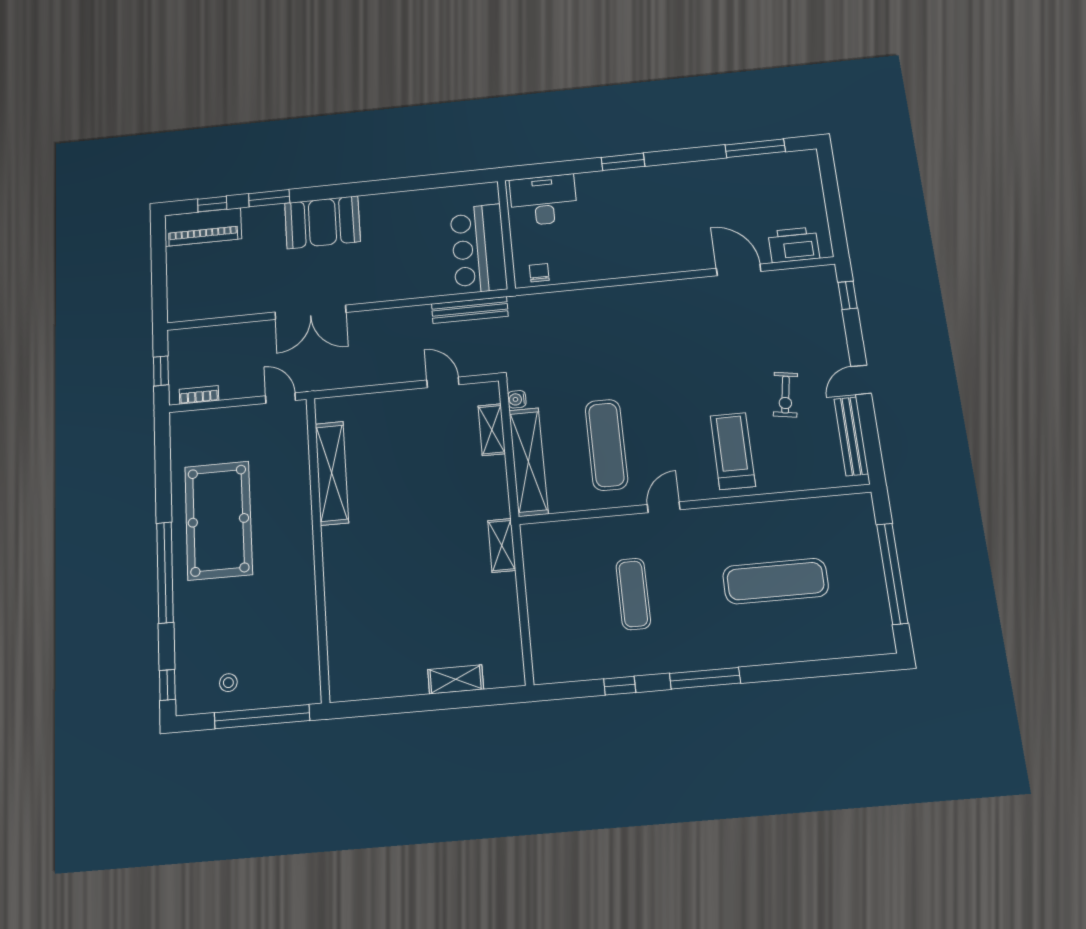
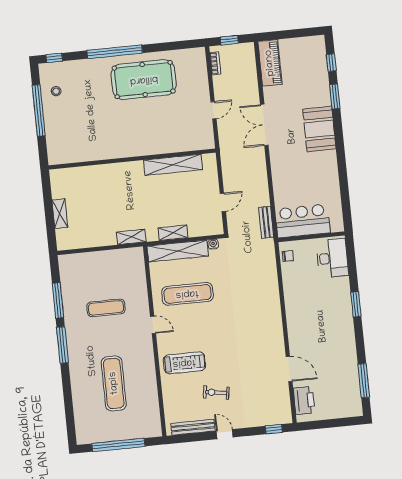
piano: (203, 227) -> (270, 63), moved, turned 180
door: (739, 270) -> (289, 369), hinge flipped
bench: (470, 310) -> (266, 222), width x0.73
shelving: (492, 430) -> (173, 233), moved
shelving: (332, 473) -> (173, 165), moved
wall: (318, 546) -> (132, 159), moved
window: (620, 686) -> (58, 300), width x2.17

